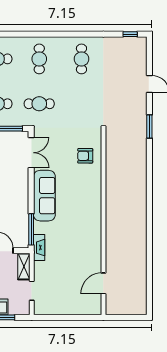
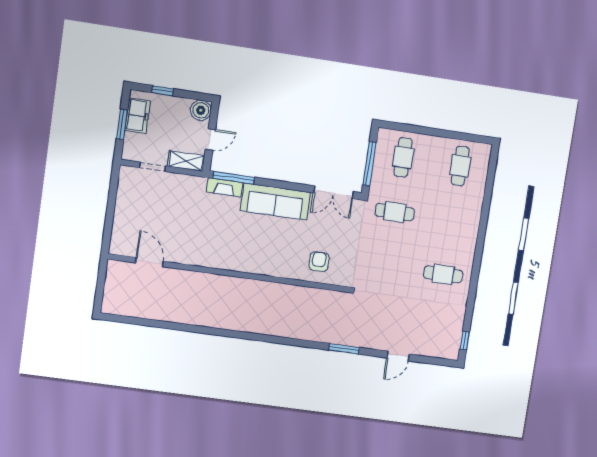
cafe table: (39, 59) -> (452, 220), removed
cafe table: (39, 104) -> (395, 212), turned 90
fireplace: (39, 248) -> (225, 187), moved

